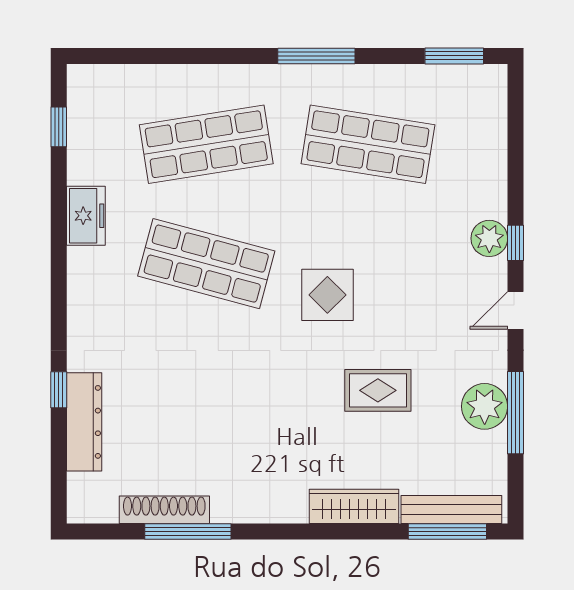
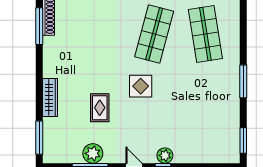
shop shelf: (368, 144) -> (205, 103), removed
bench: (451, 510) -> (49, 139), removed

